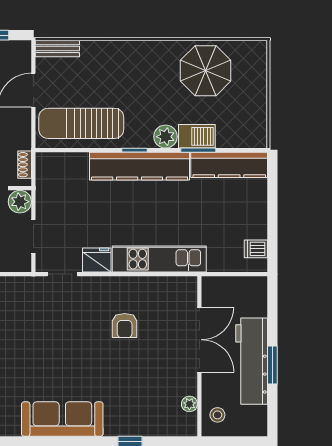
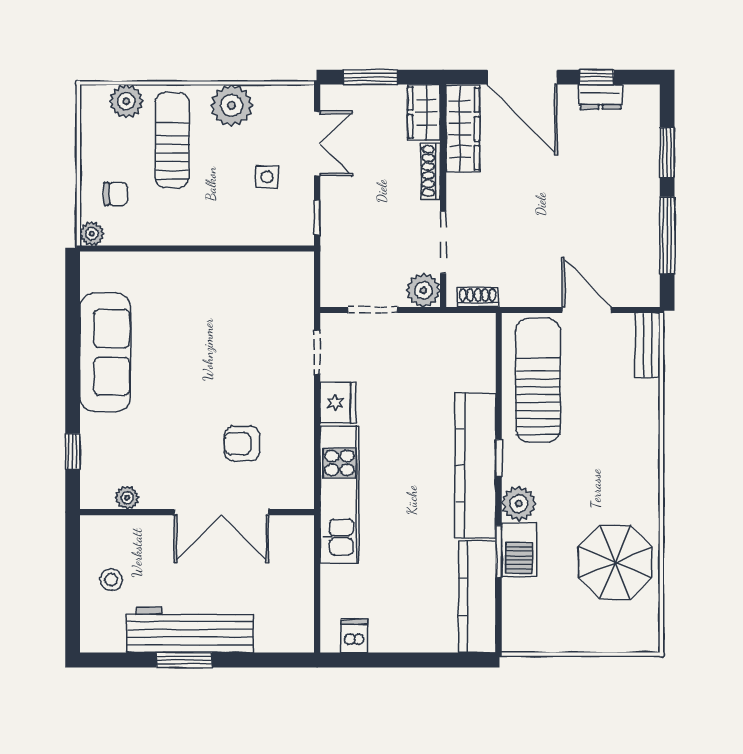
double door: (199, 340) -> (221, 512), moved
wall: (199, 356) -> (197, 512), moved
plant: (189, 404) -> (127, 498), moved

